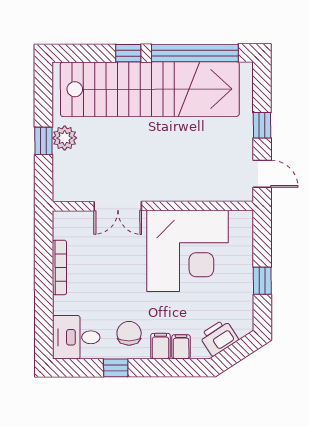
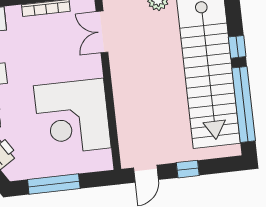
double door: (118, 206) -> (102, 32), moved
window: (262, 281) -> (54, 184), width x2.17

